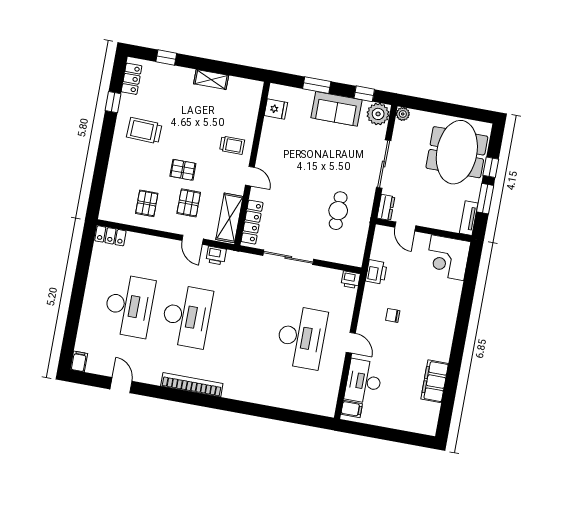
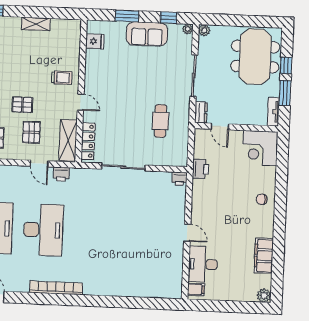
plant: (378, 114) -> (188, 29), width x0.53, depth x0.53
chair: (393, 315) -> (262, 199), moved
desk: (301, 337) -> (144, 234), removed
plant: (429, 427) -> (264, 296), added

